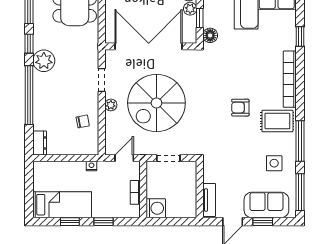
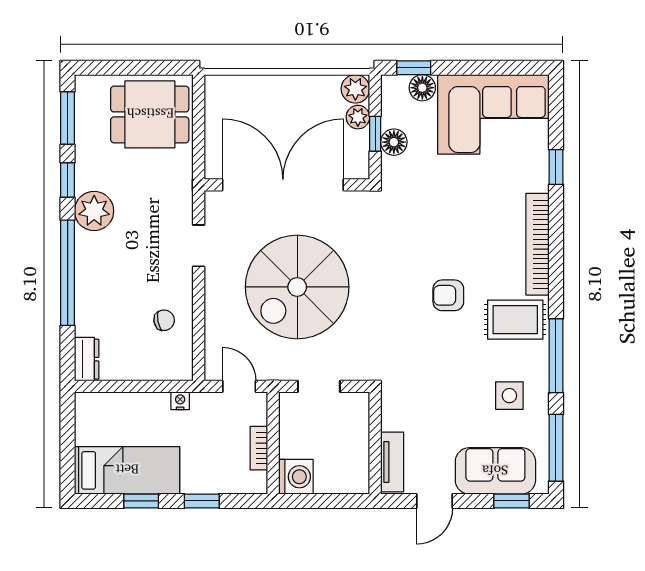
floor lamp: (210, 35) -> (394, 142), moved
plant: (111, 105) -> (215, 291), removed
door: (124, 158) -> (239, 386), hinge flipped
window: (263, 222) -> (511, 501), moved

